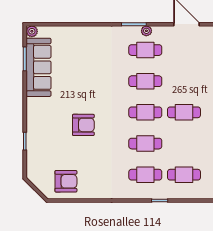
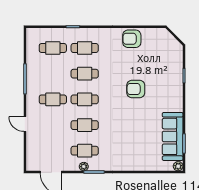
armchair: (66, 181) -> (132, 39), moved

